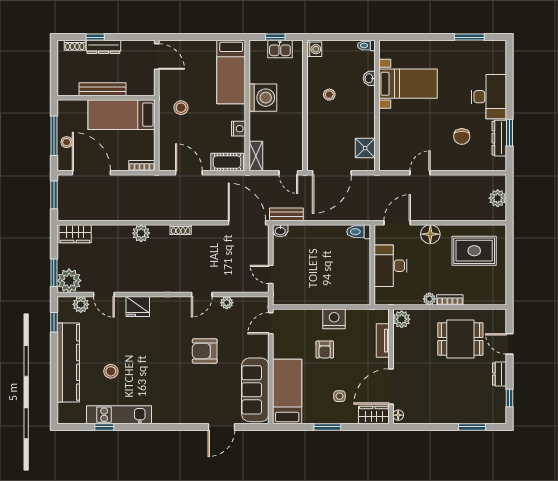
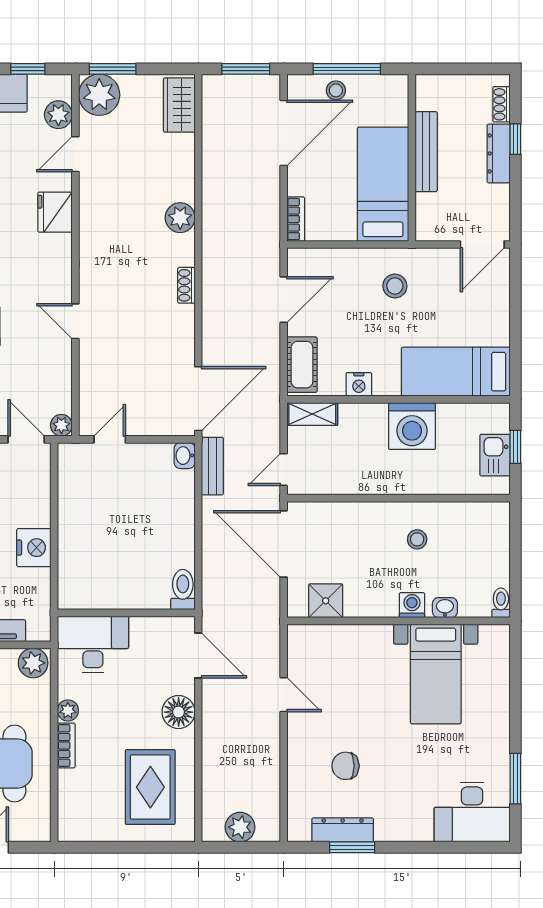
washing machine: (314, 49) -> (412, 605), moved, turned 180
desk: (489, 97) -> (472, 812), moved
desk: (391, 266) -> (93, 644), moved
plant: (227, 303) -> (61, 425), moved

